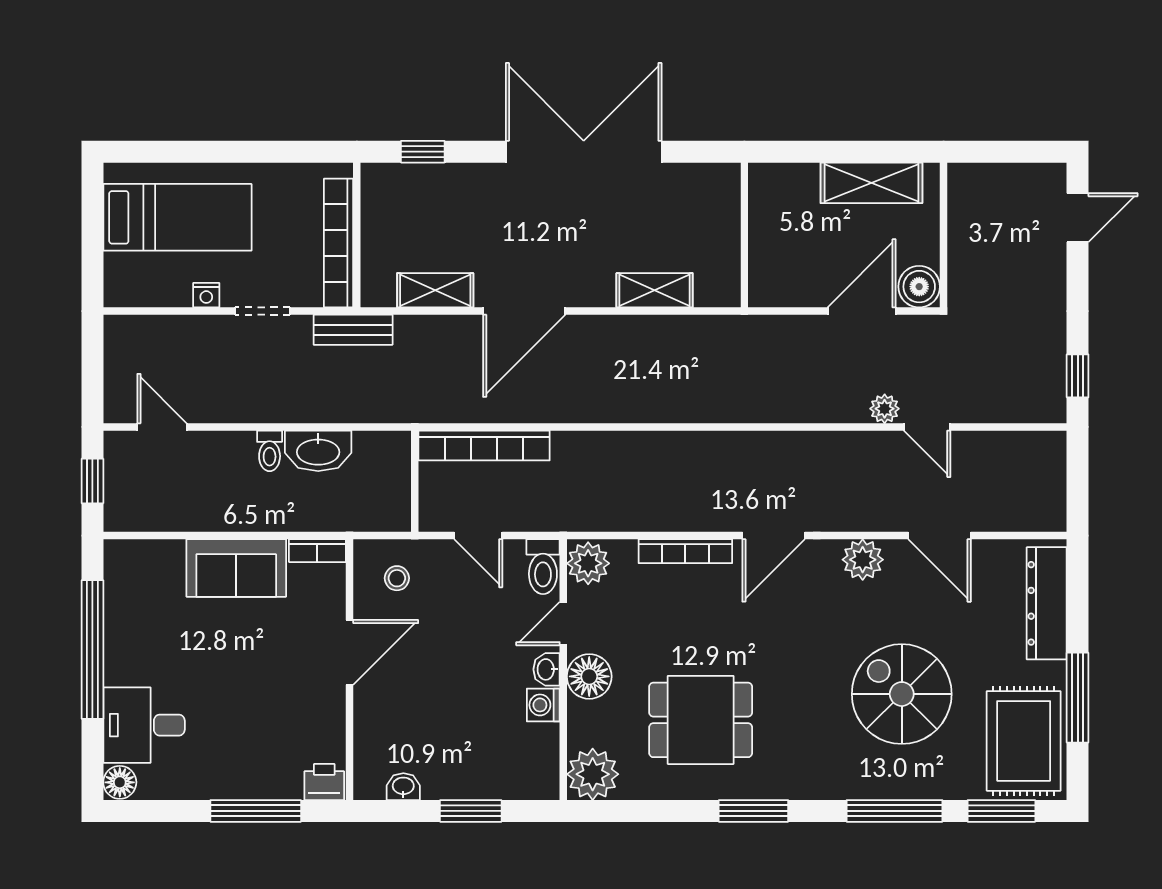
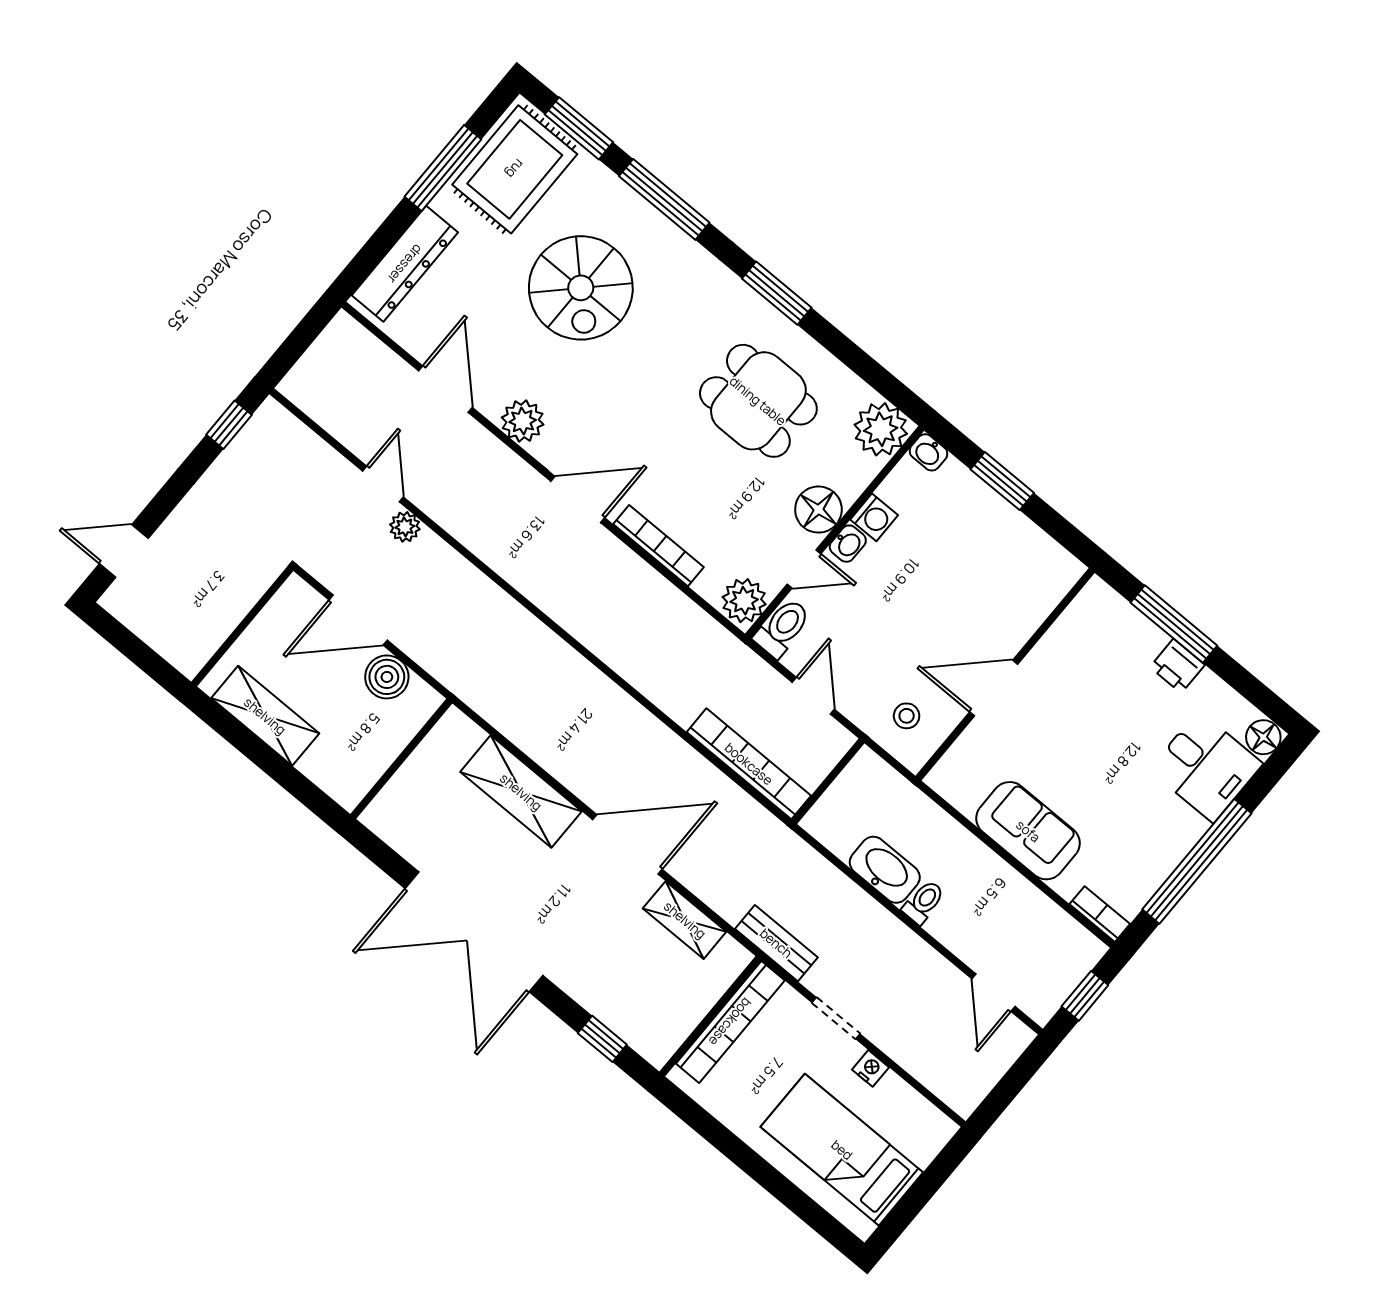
boiler: (919, 287) -> (387, 677), moved
shelving: (655, 290) -> (521, 792), width x1.50, depth x1.33
bookcase: (317, 551) -> (1100, 914), moved
printer: (324, 782) -> (1177, 666), moved
washbasin: (403, 787) -> (928, 452), moved

